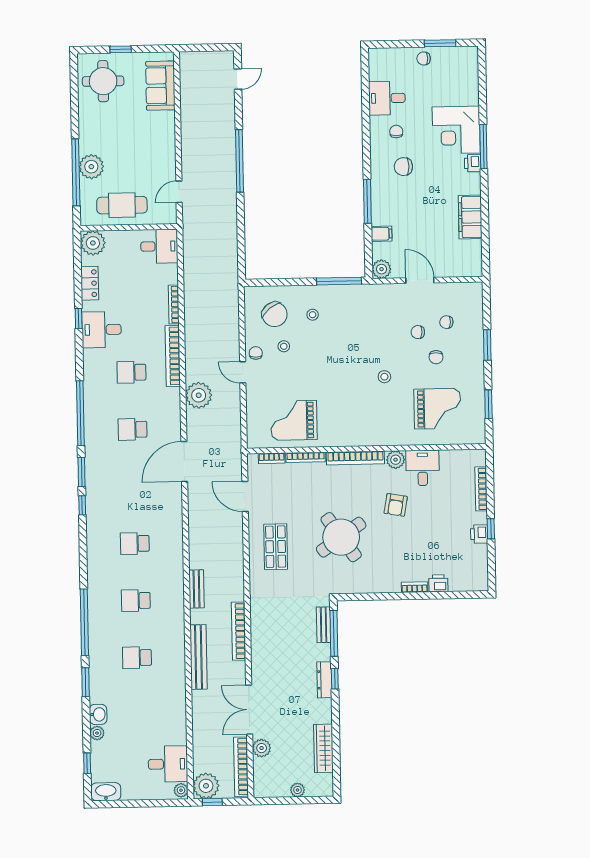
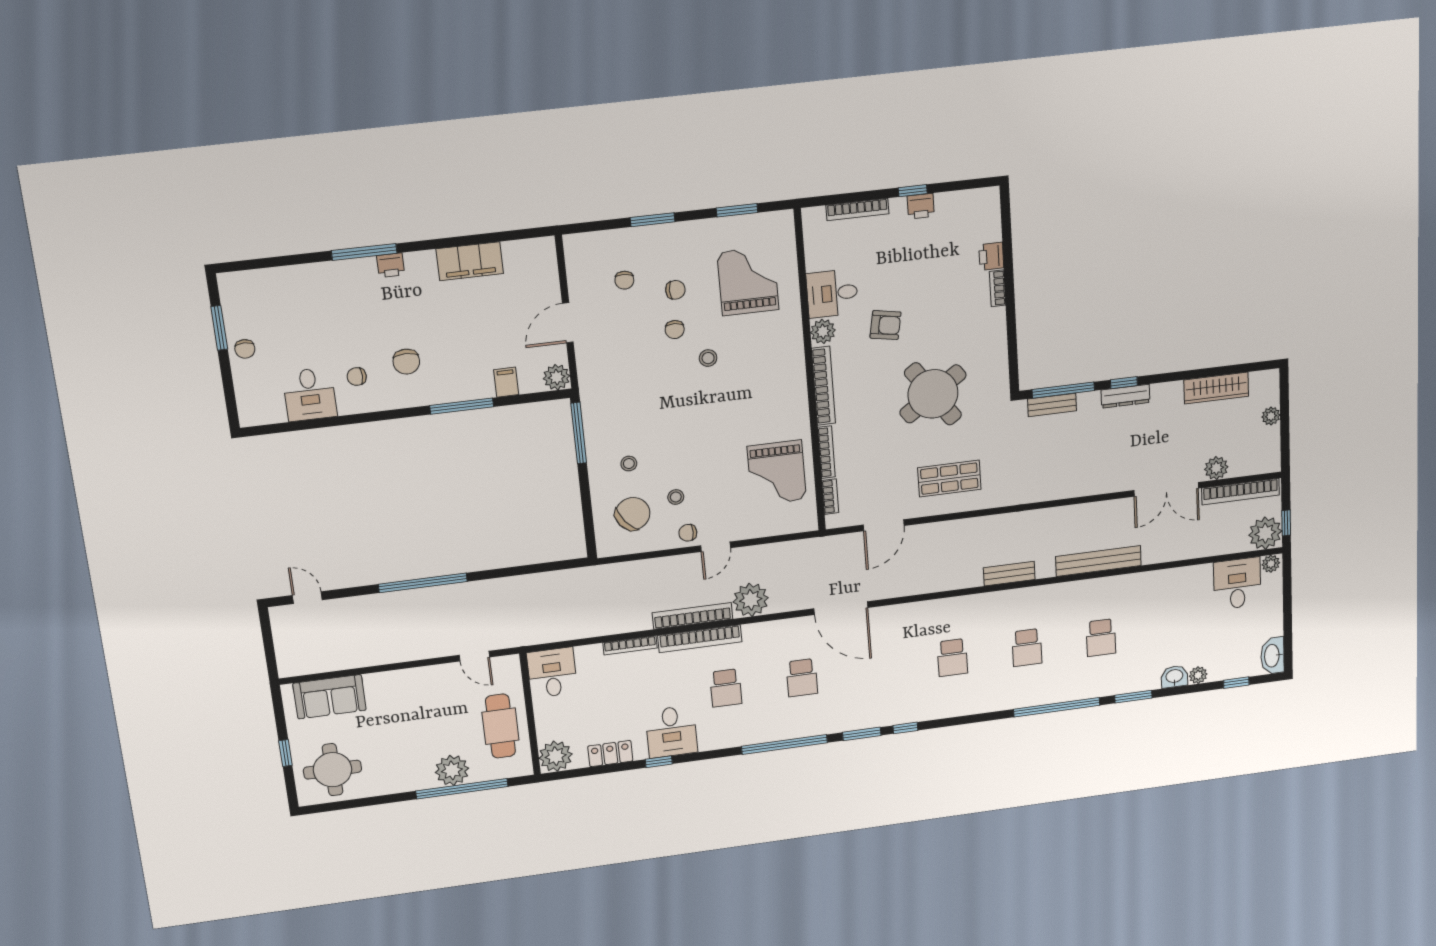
corner desk: (456, 130) -> (344, 293), removed
chair: (418, 332) -> (675, 330), moved
bookcase: (239, 631) -> (692, 616), moved, turned 180

